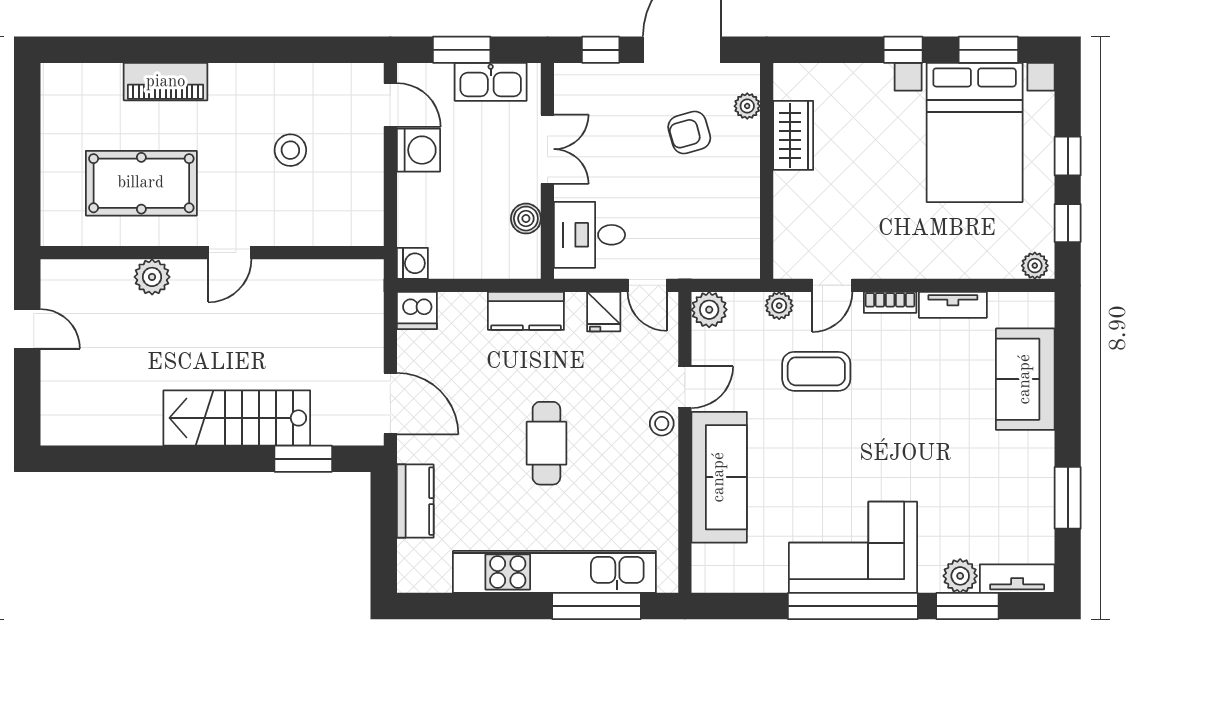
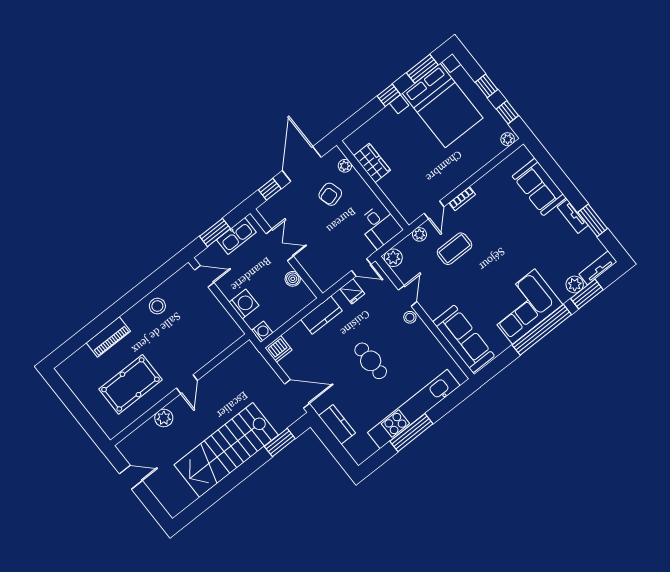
stool: (290, 150) -> (157, 306), moved
washing machine: (418, 150) -> (244, 304), moved
desk: (590, 235) -> (380, 226), moved, turned -90
tv unit: (953, 305) -> (573, 216), moved, turned 90
stairs: (237, 418) -> (226, 450), width x1.36, depth x1.51
sofa: (719, 477) -> (464, 339), moved
window: (596, 606) -> (411, 433), moved

